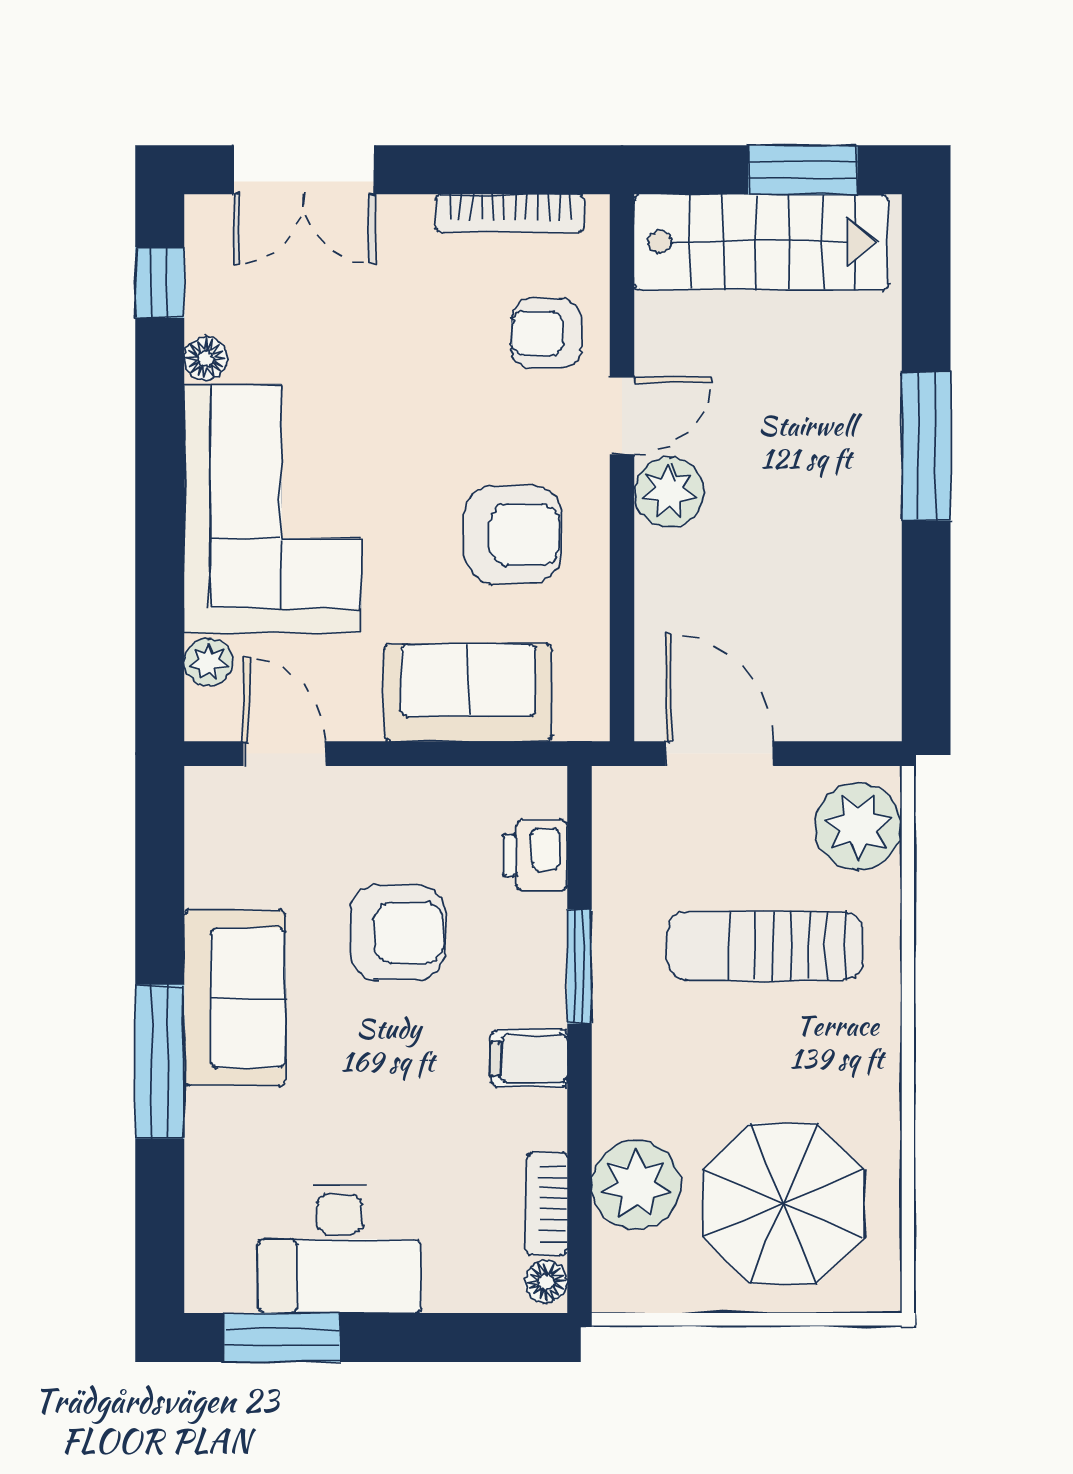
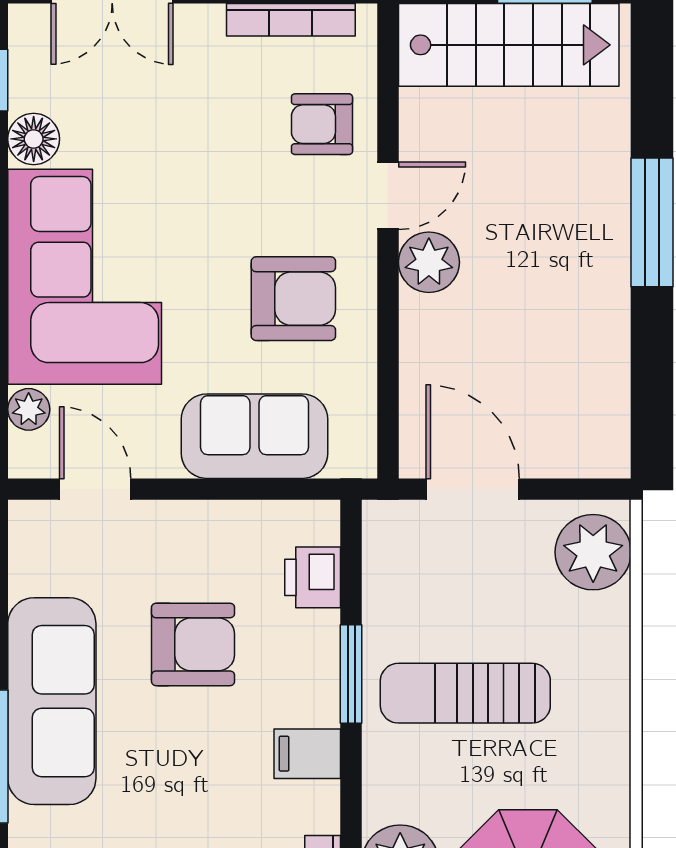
floor lamp: (206, 358) -> (34, 139), width x1.37, depth x1.37
sun lounger: (765, 946) -> (465, 693), moved
sofa: (235, 998) -> (52, 701), width x1.36

